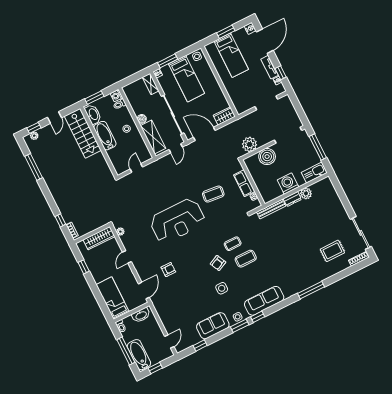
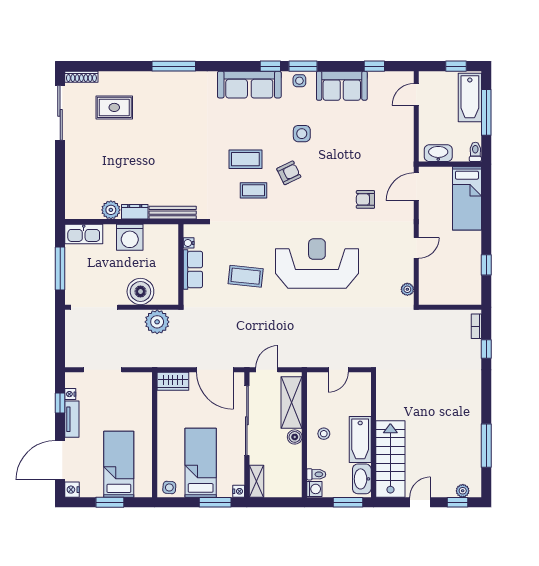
wardrobe: (99, 238) -> (443, 295), removed

